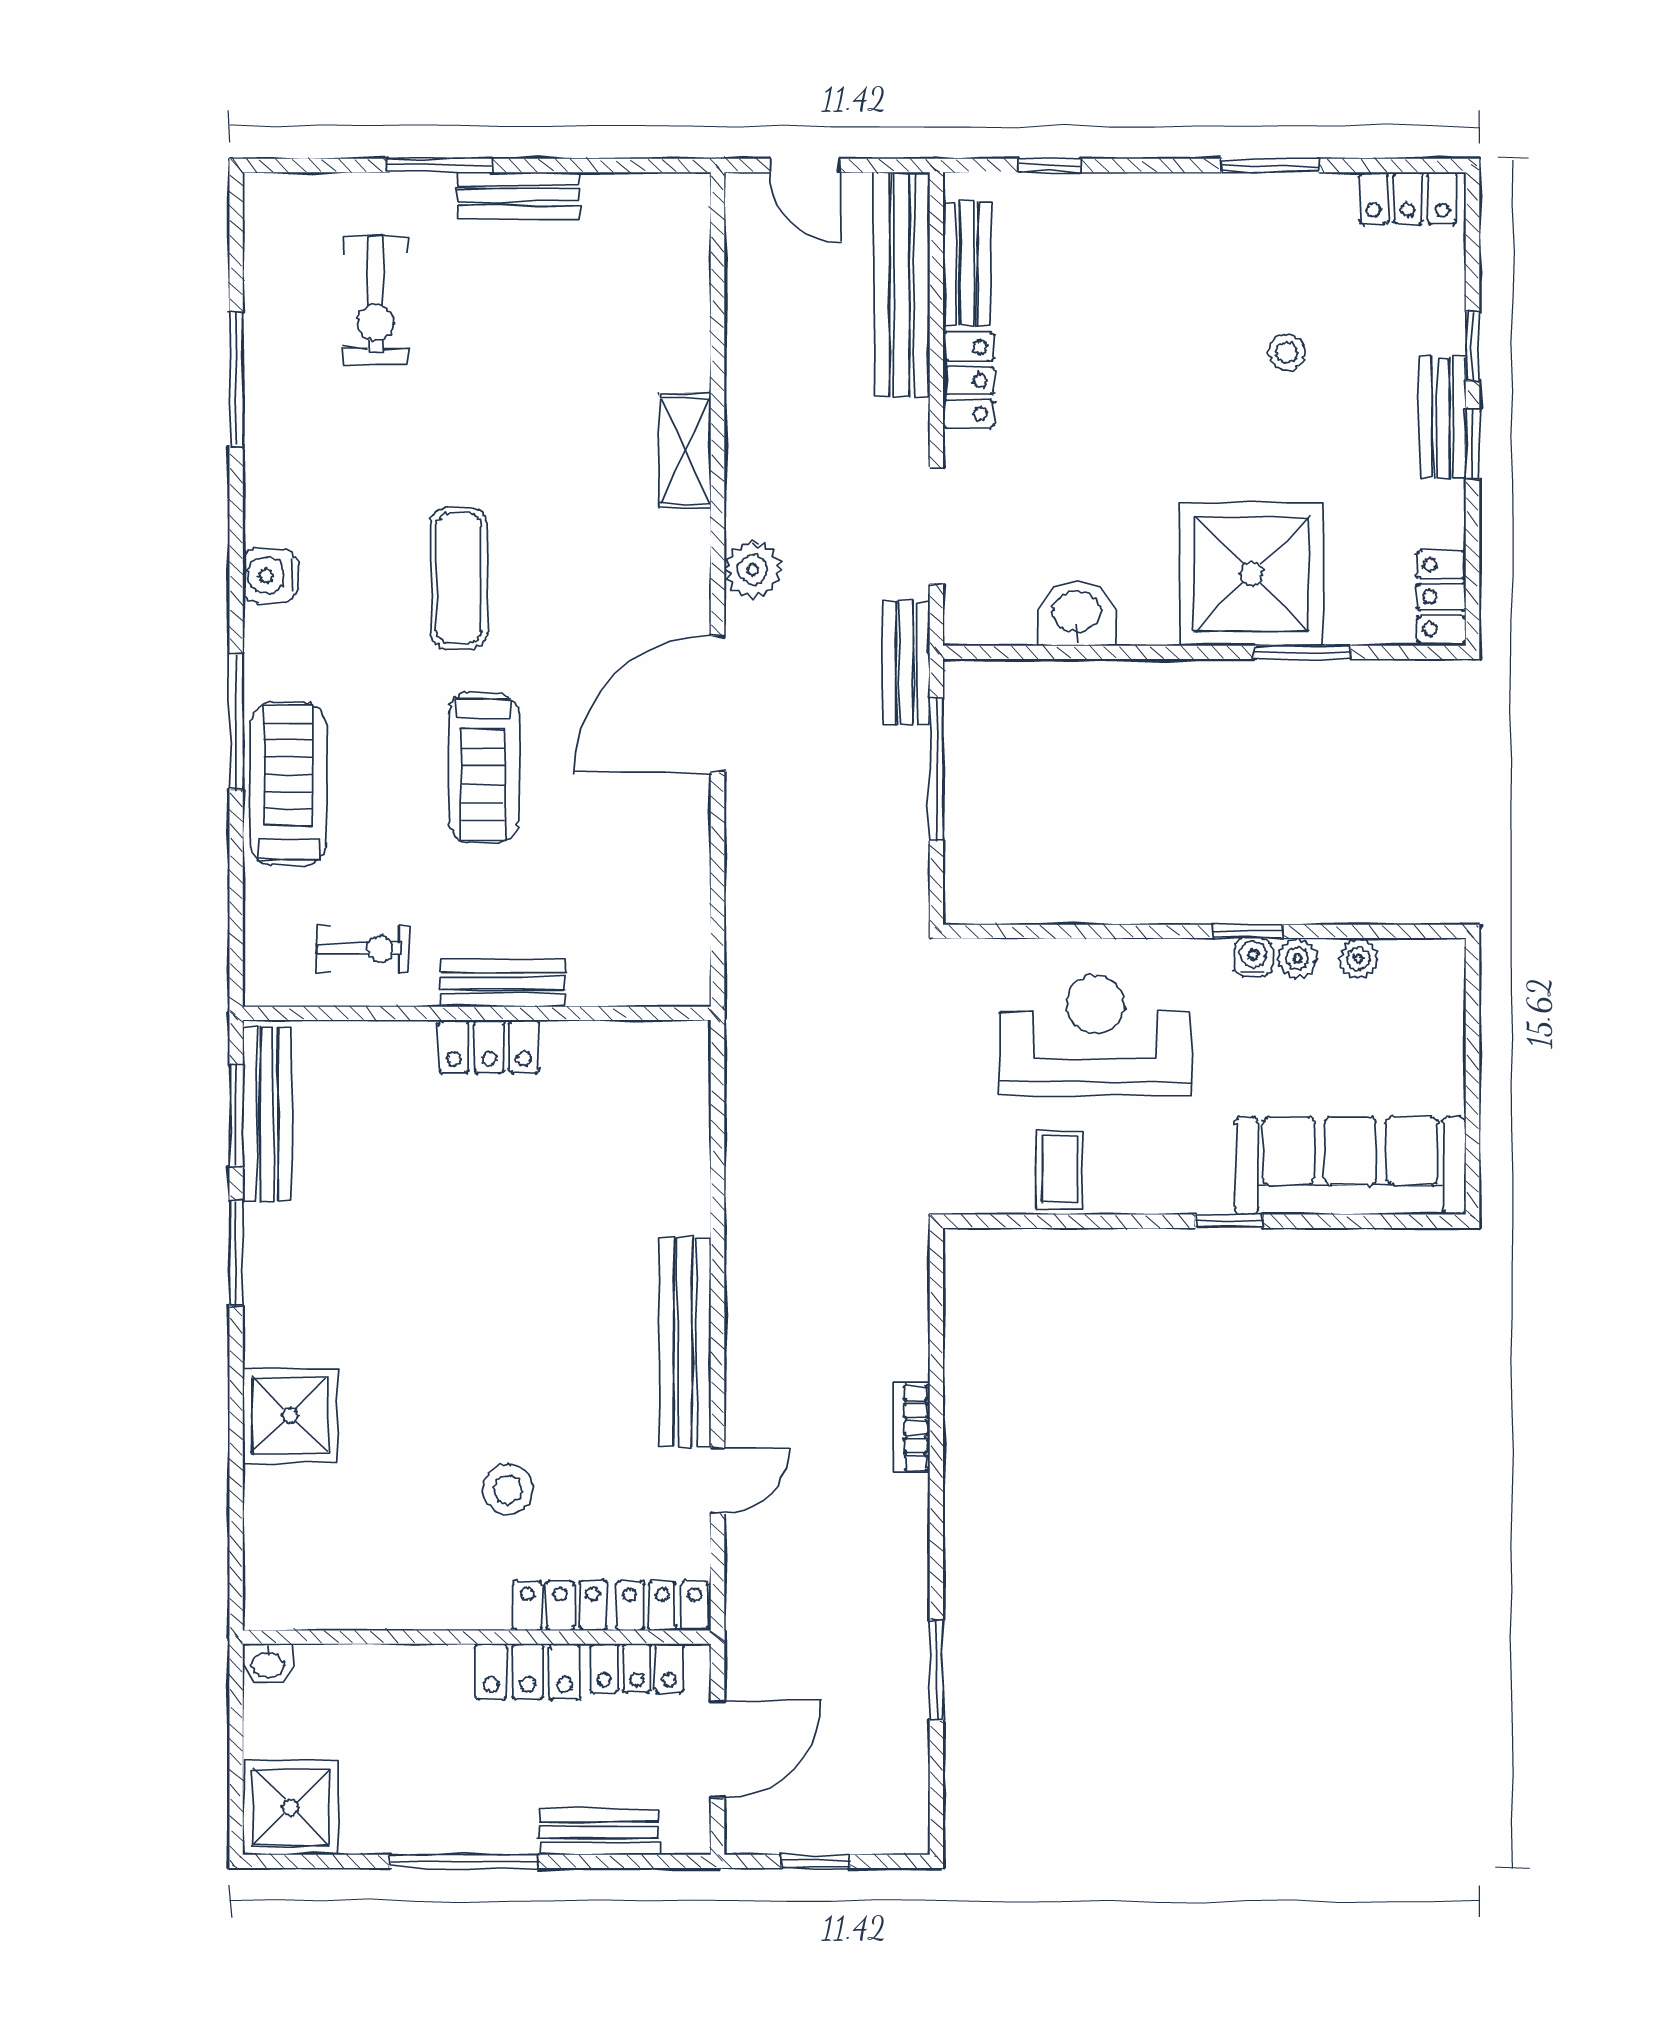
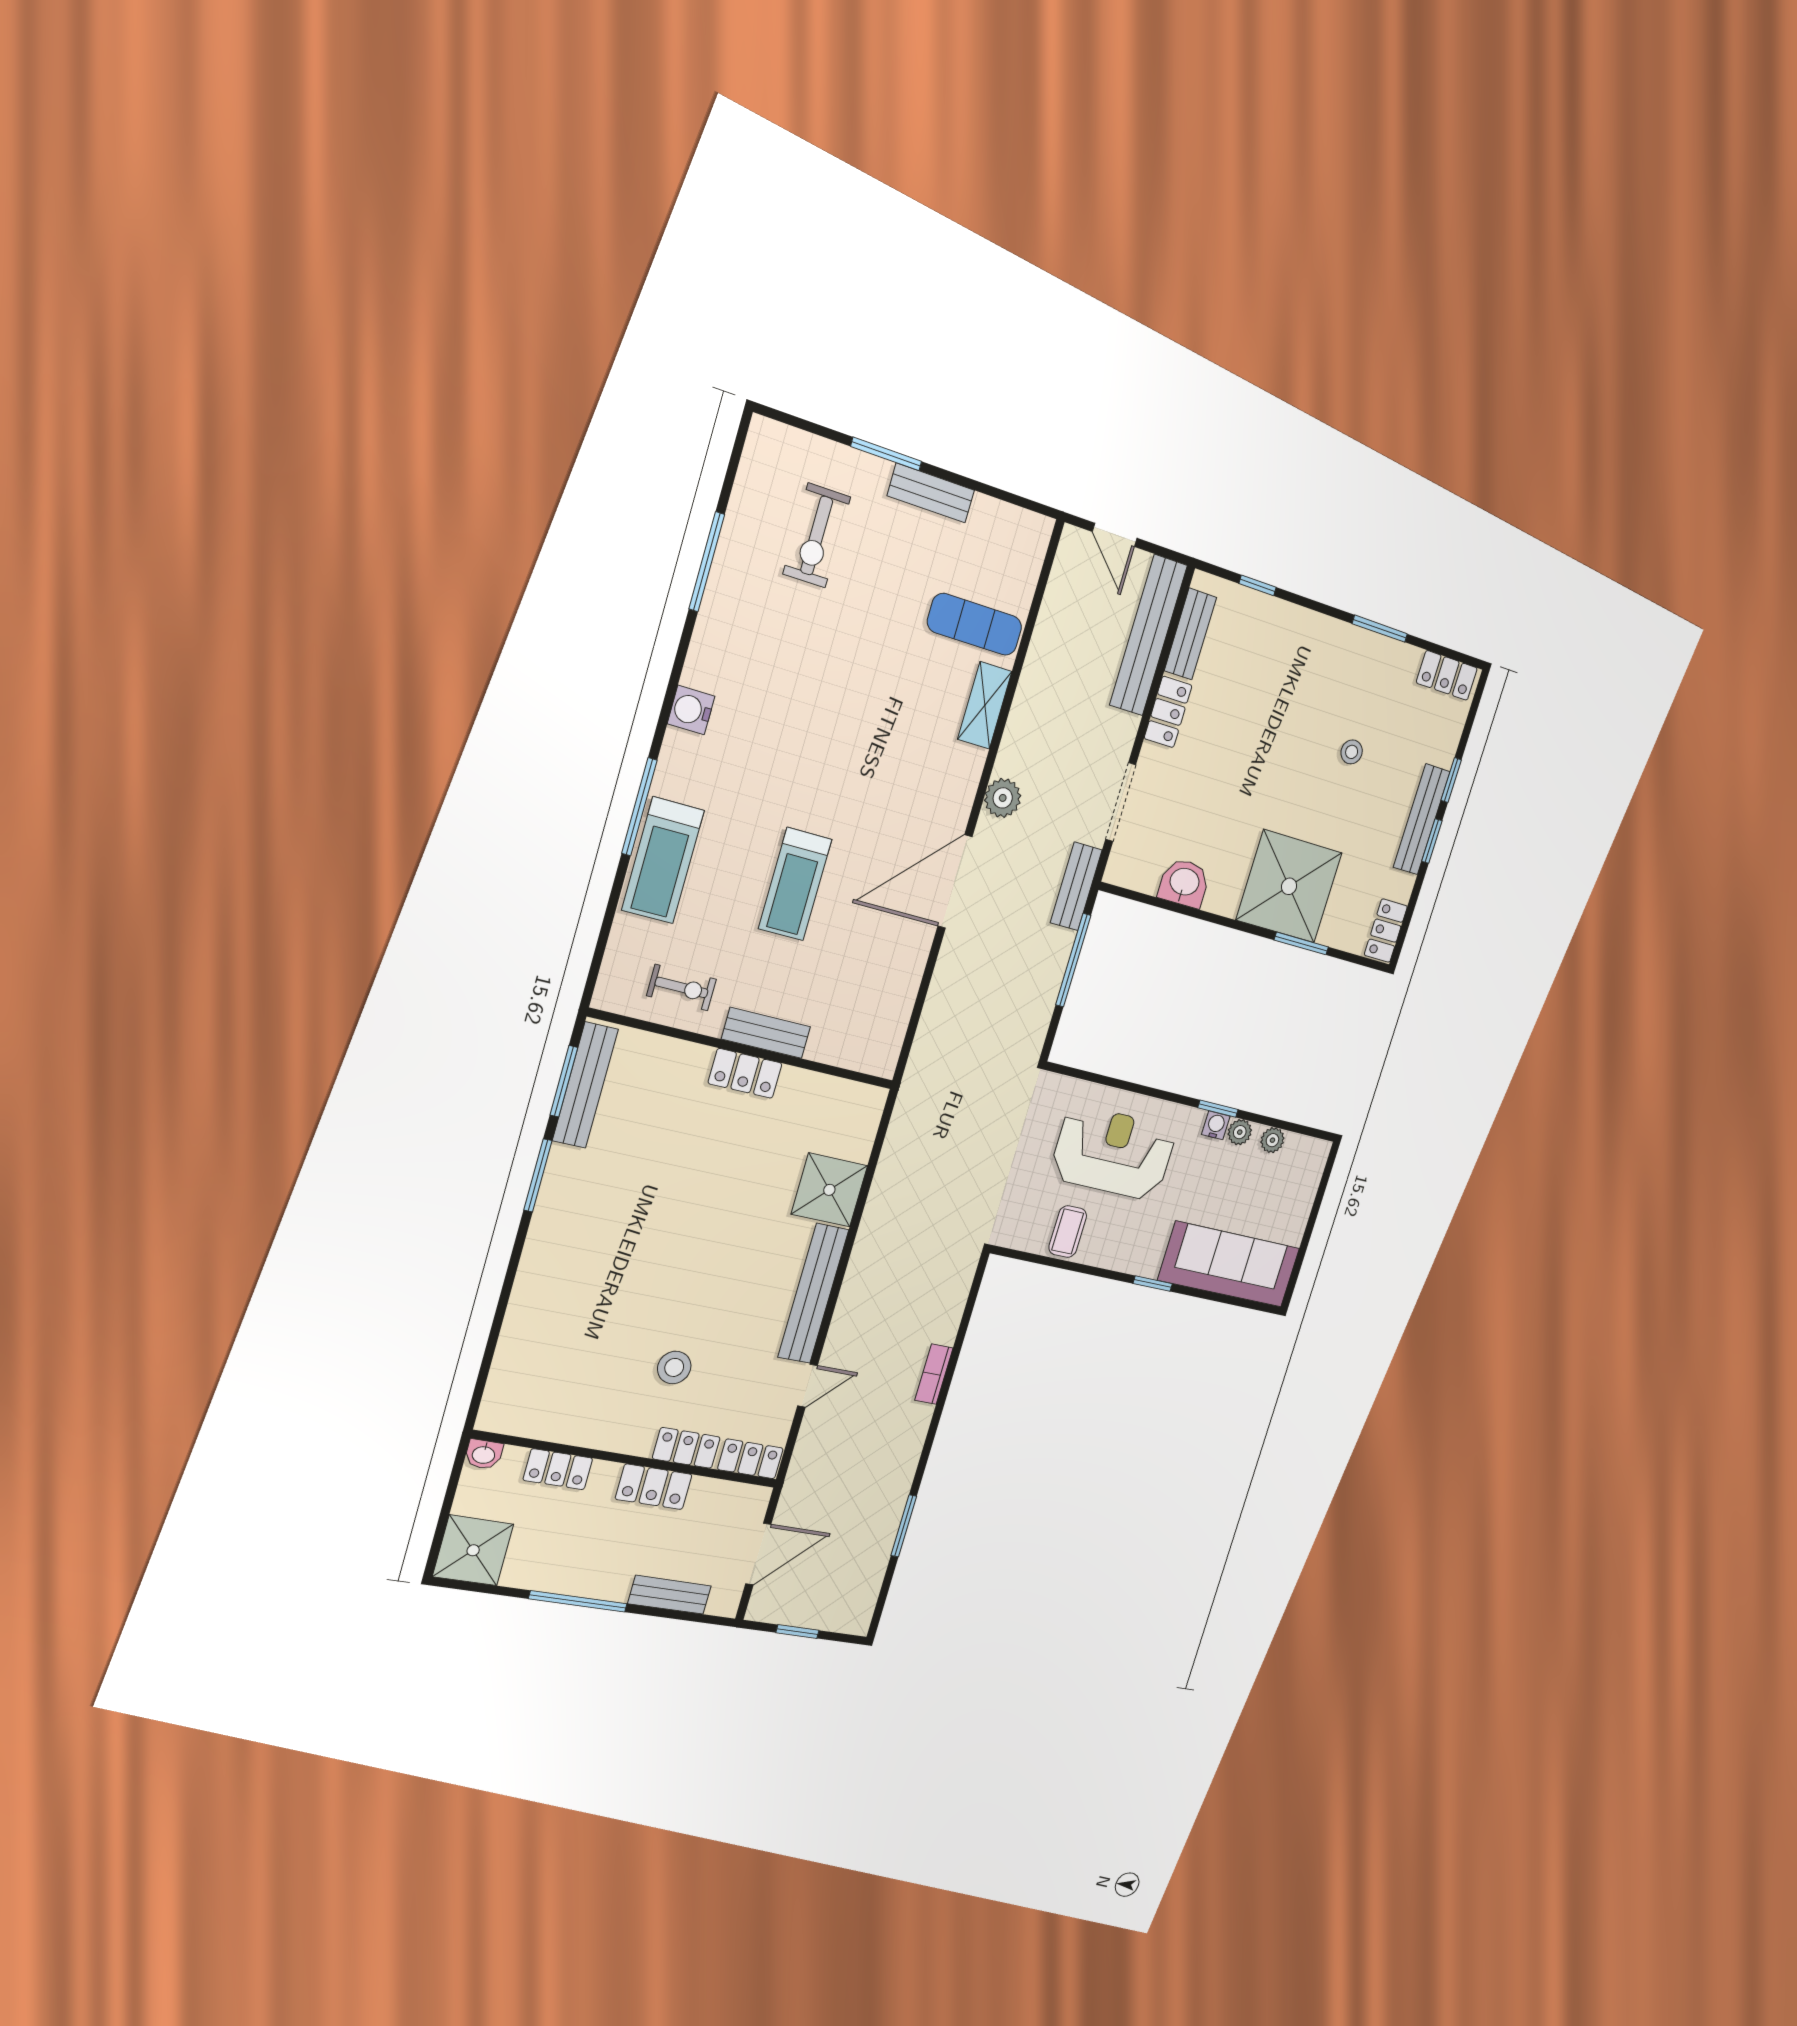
bench: (1443, 417) -> (1422, 819), width x1.36
exercise mat: (459, 578) -> (975, 624), moved, turned 90
treadmill: (288, 784) -> (663, 860), turned 180
shower: (290, 1416) -> (829, 1190), moved
locker: (637, 1668) -> (558, 1469), moved

